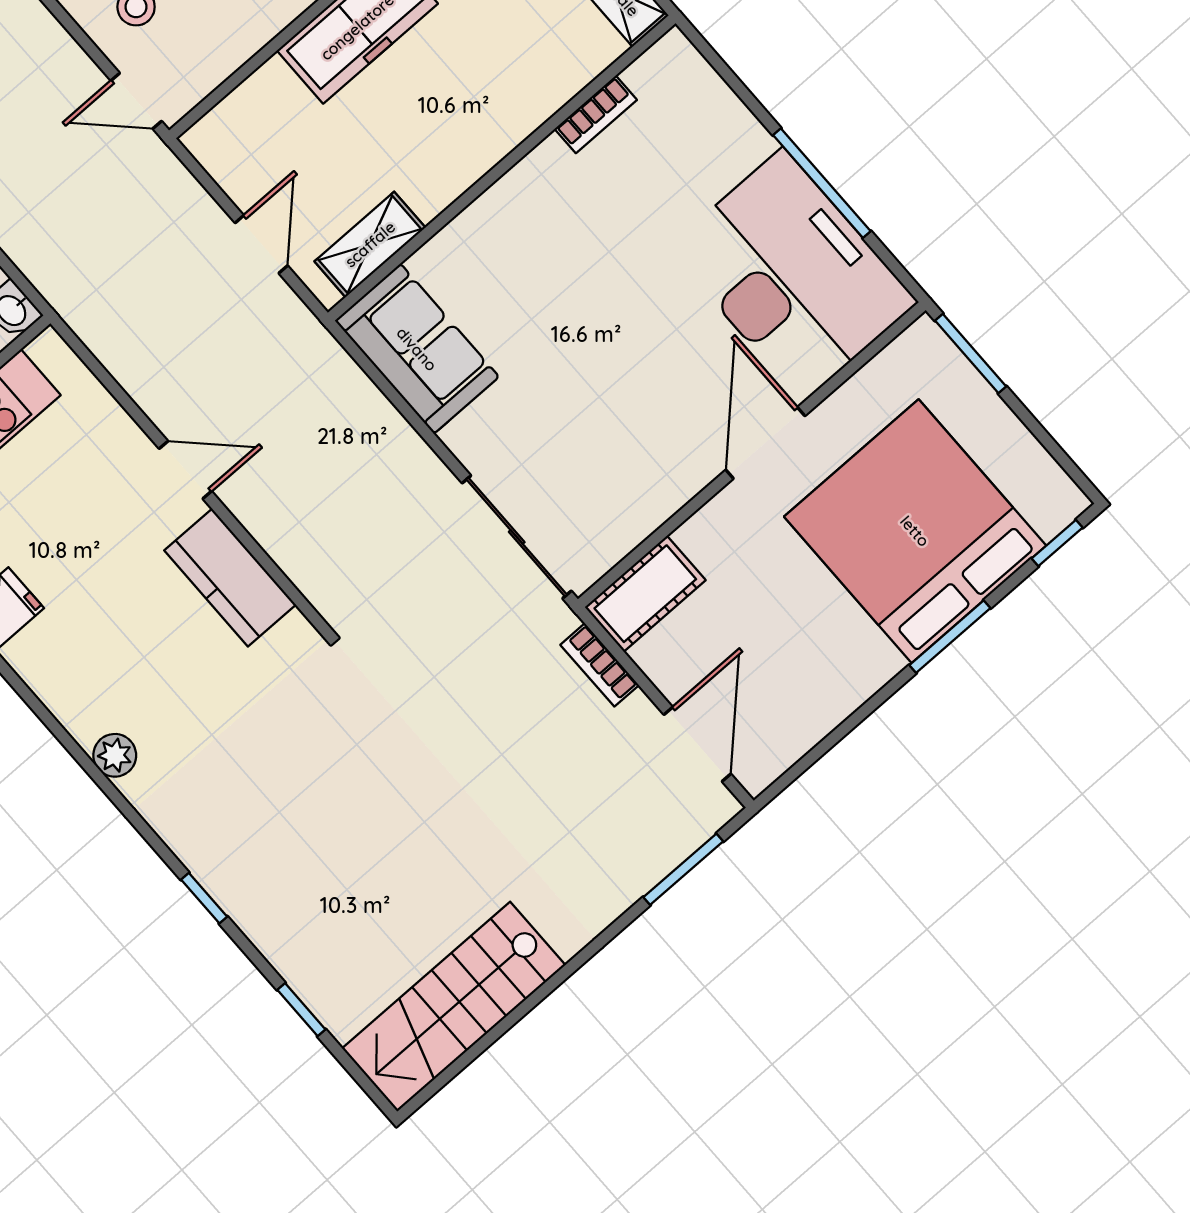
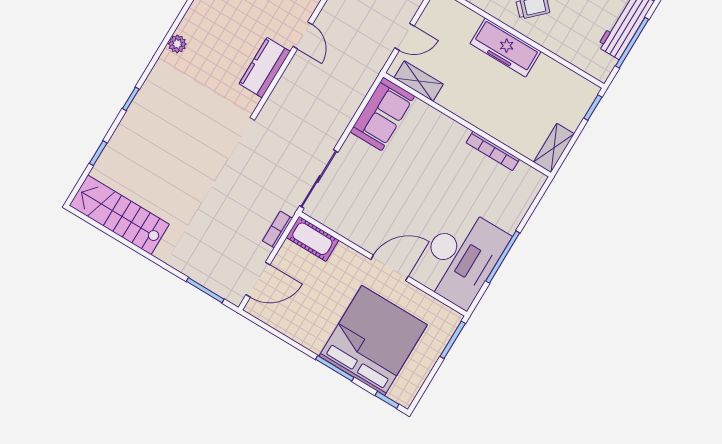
bookcase: (596, 114) -> (493, 151), width x1.56

